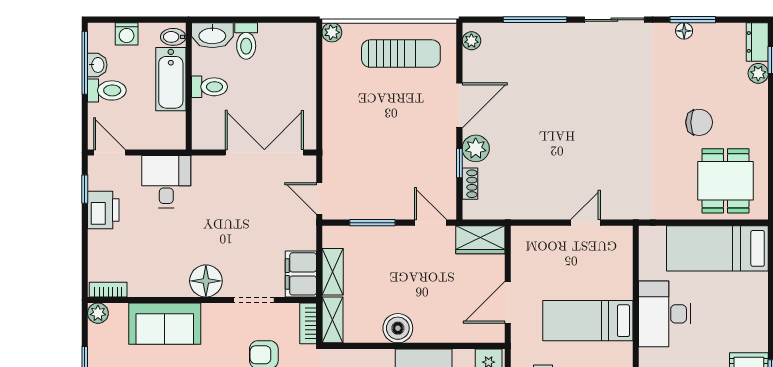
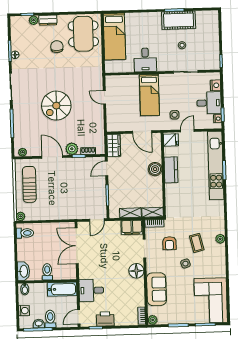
toilet: (246, 41) -> (25, 233), moved
dresser: (757, 42) -> (48, 20), moved
bathtub: (171, 79) -> (62, 289), moved
spiral stairs: (571, 117) -> (56, 106), added
dining table: (725, 181) -> (83, 34), width x1.37
desk: (665, 314) -> (145, 60), width x0.73
boiler: (398, 328) -> (155, 169), moved

